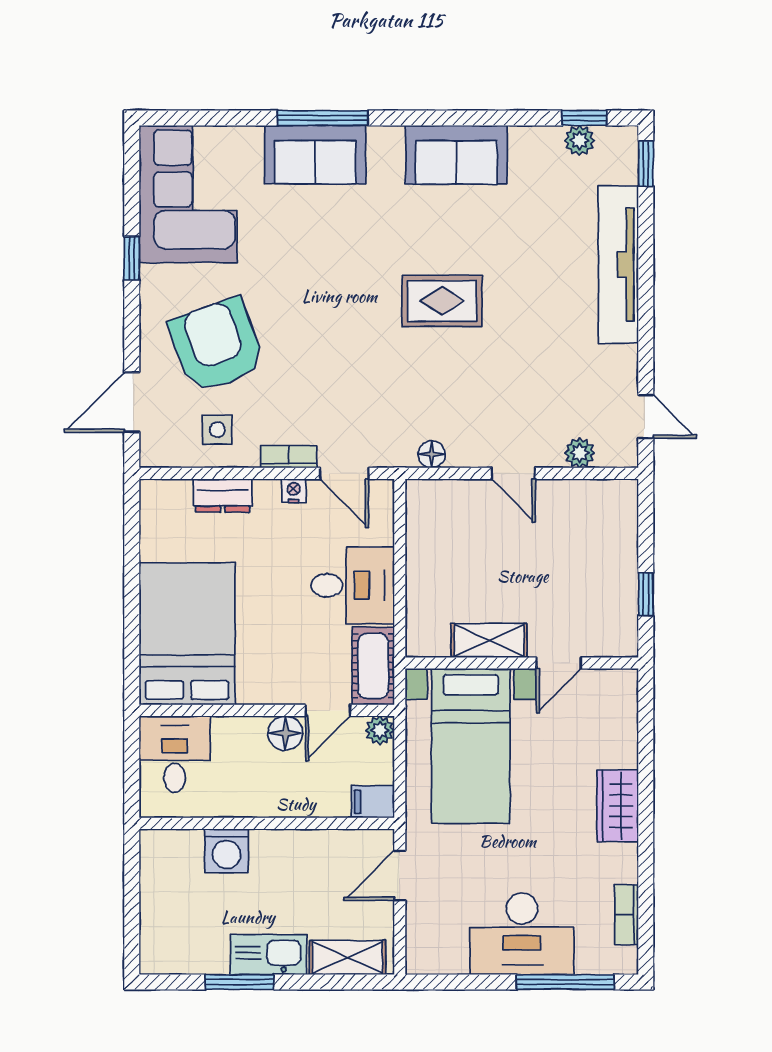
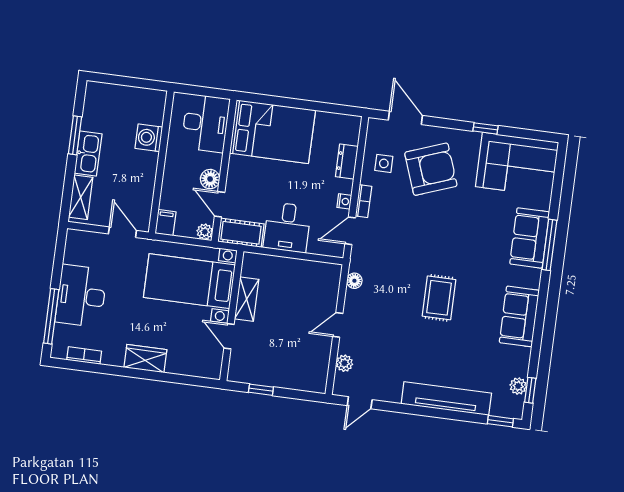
desk: (175, 754) -> (205, 123), width x1.37

